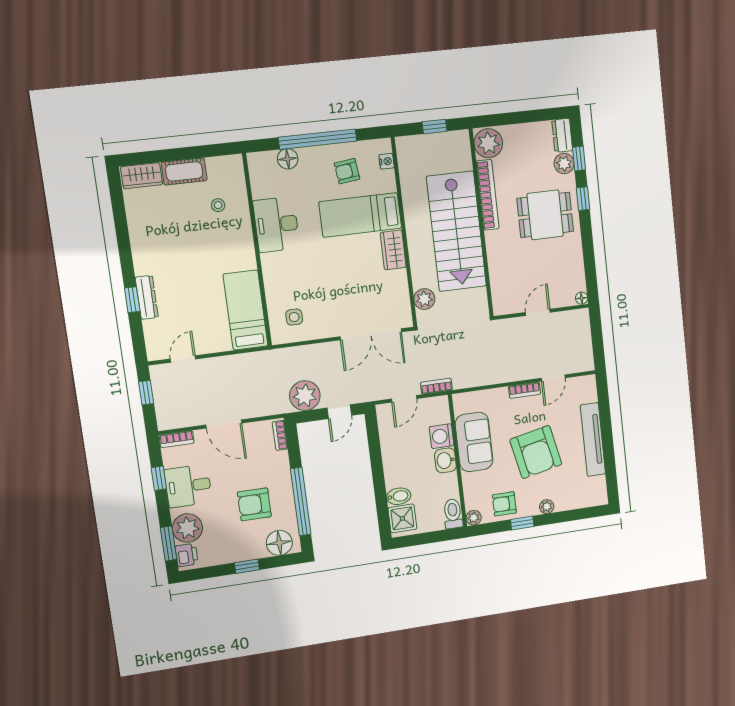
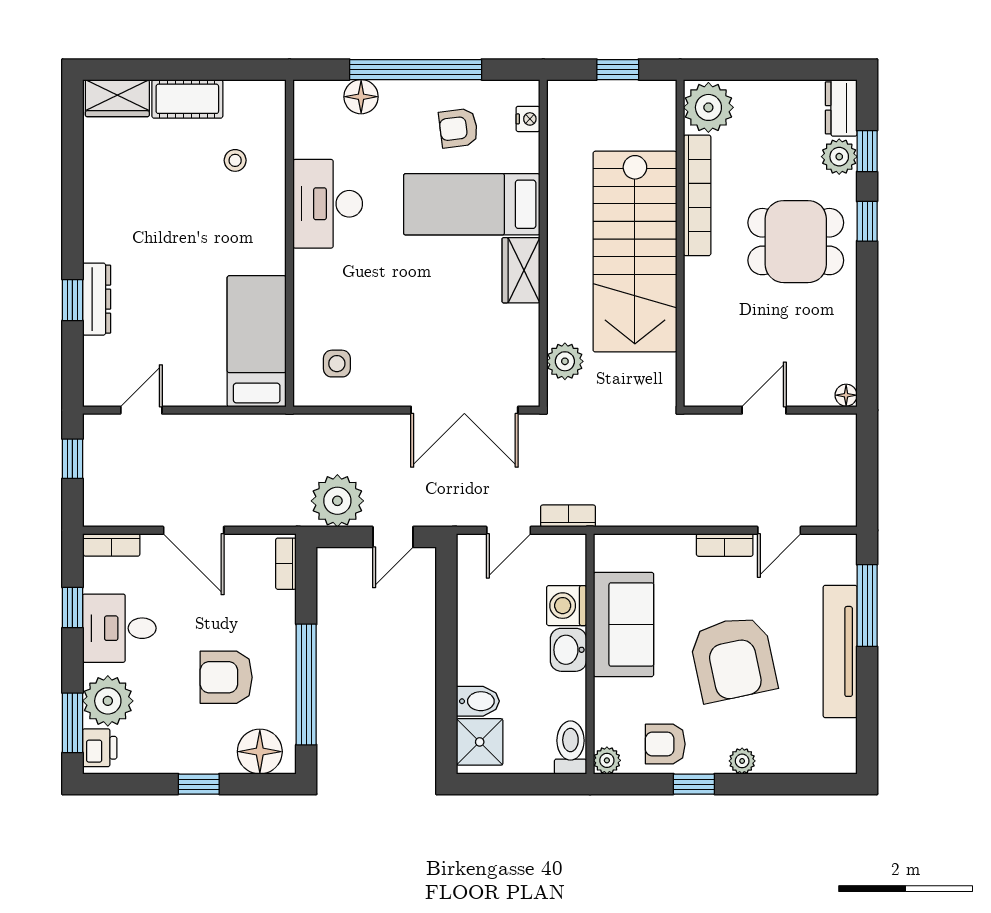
window: (605, 412) -> (867, 606), added

